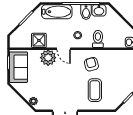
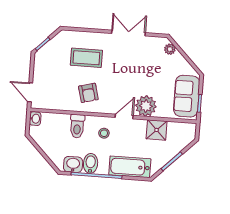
door: (64, 49) -> (124, 116), hinge flipped
coffee table: (95, 90) -> (86, 58), turned 90

